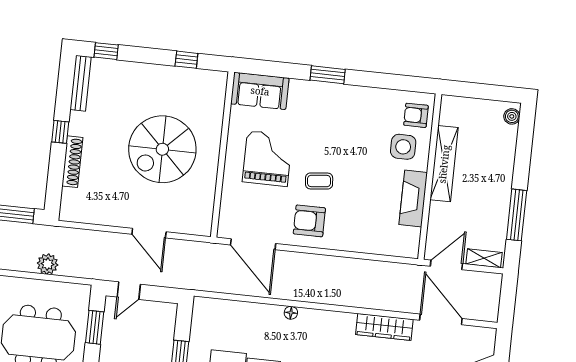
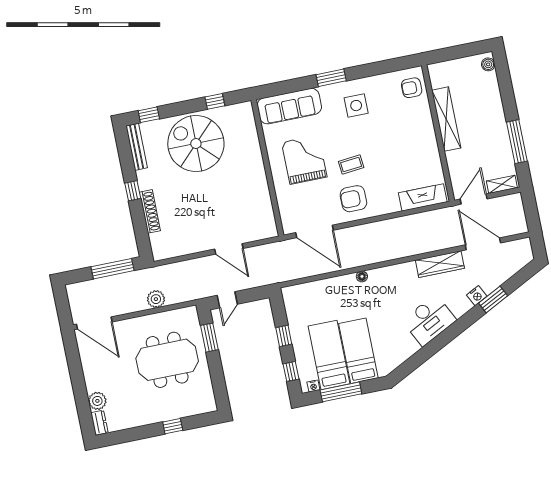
sofa: (260, 91) -> (289, 106), width x1.36
side table: (403, 147) -> (356, 106), moved
spiral stairs: (162, 149) -> (196, 144), moved, turned 90
fireplace: (413, 199) -> (423, 197), moved, turned 90

